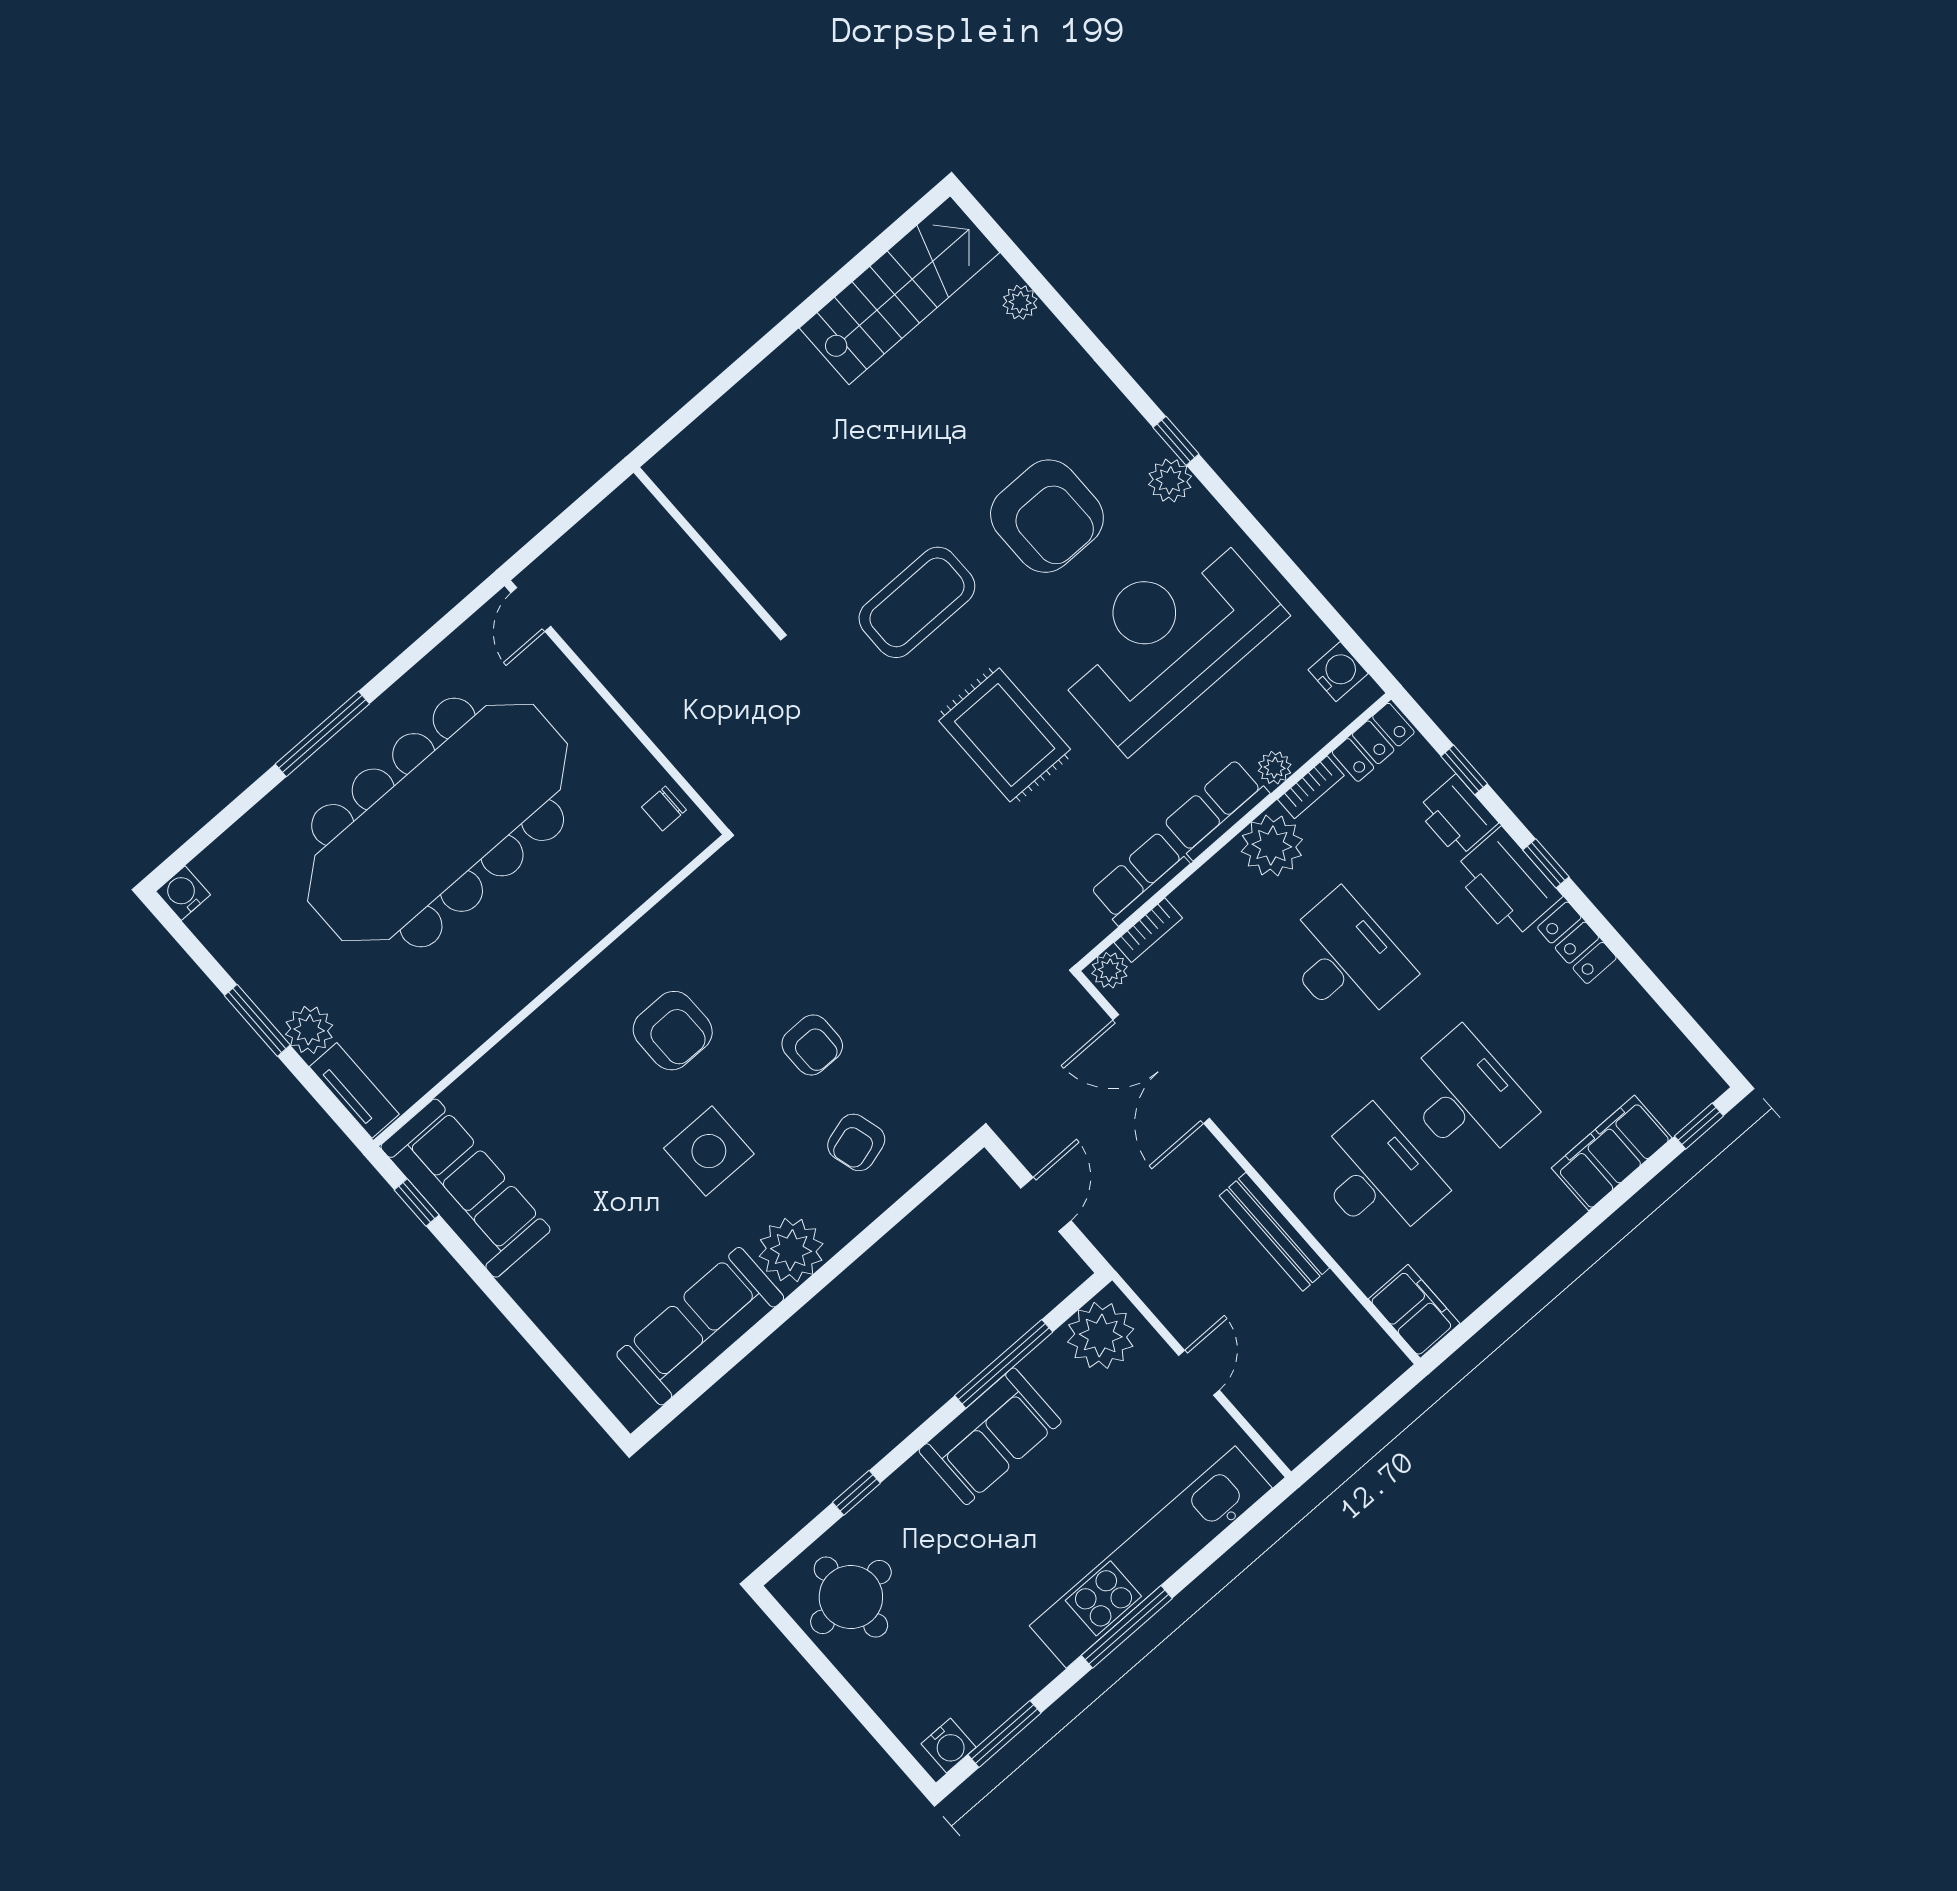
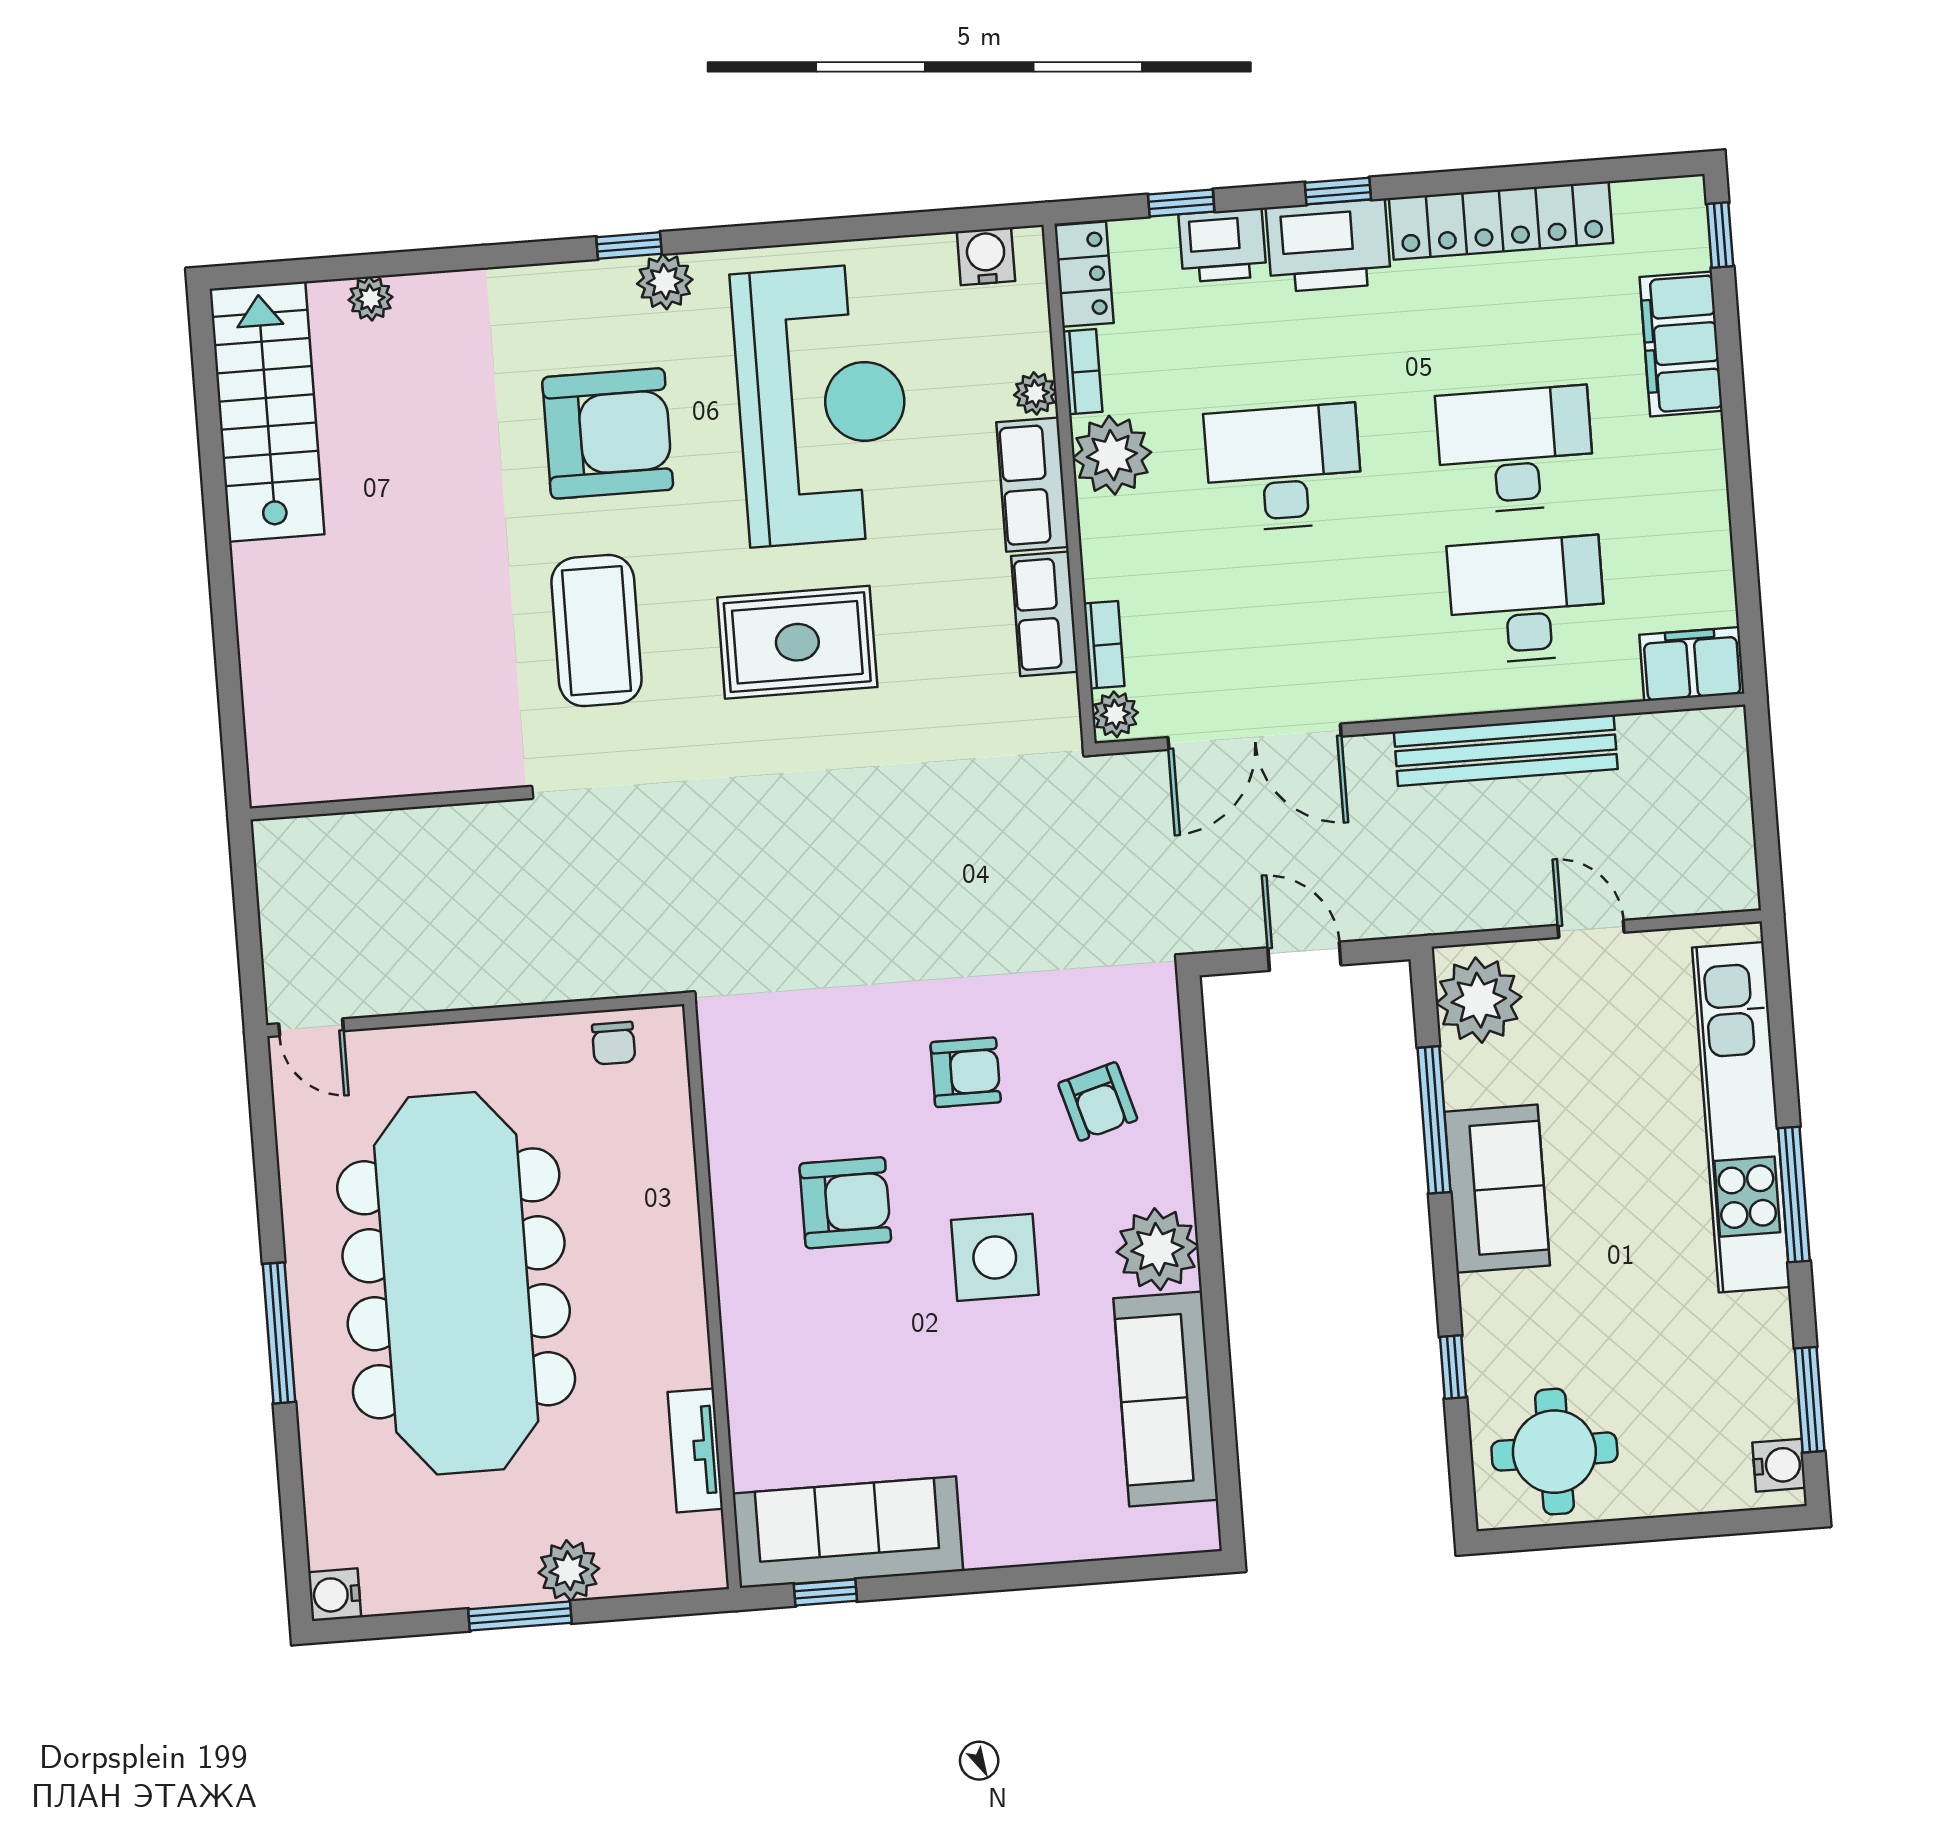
reception desk: (1167, 638) -> (822, 405), turned 180
locker: (1577, 943) -> (1501, 221), width x2.16, depth x1.21
tv unit: (354, 1090) -> (695, 1450), moved, turned -90
bench: (1274, 1232) -> (1506, 750), width x1.37, depth x1.21

